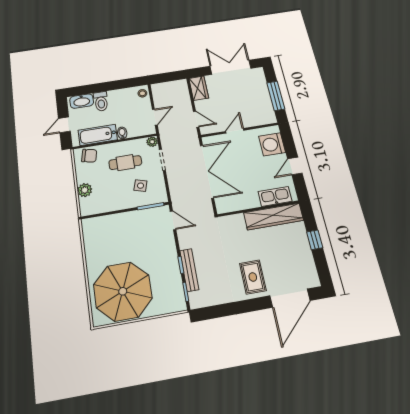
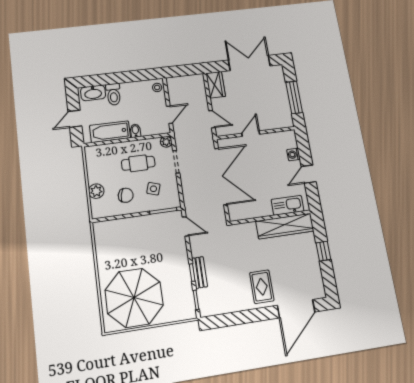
washing machine: (272, 144) -> (294, 154), width x0.53, depth x0.53
chair: (89, 156) -> (126, 195), moved
bench: (189, 270) -> (199, 272), width x0.73

